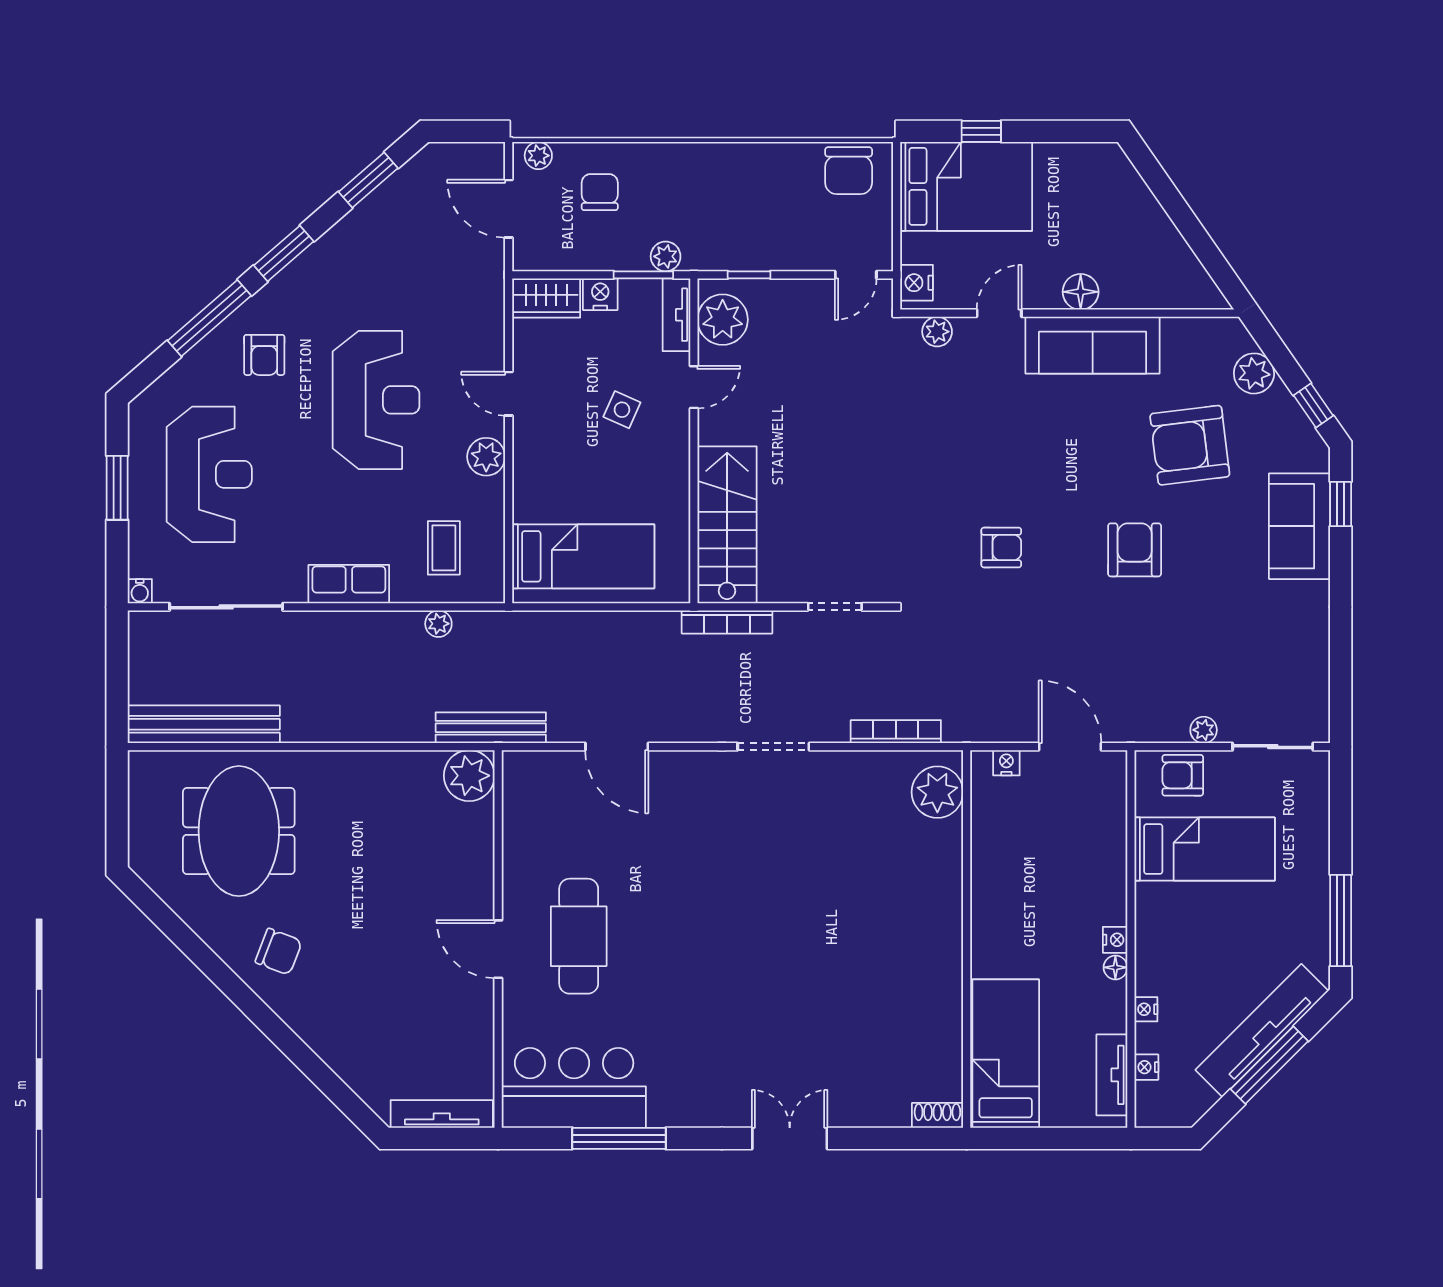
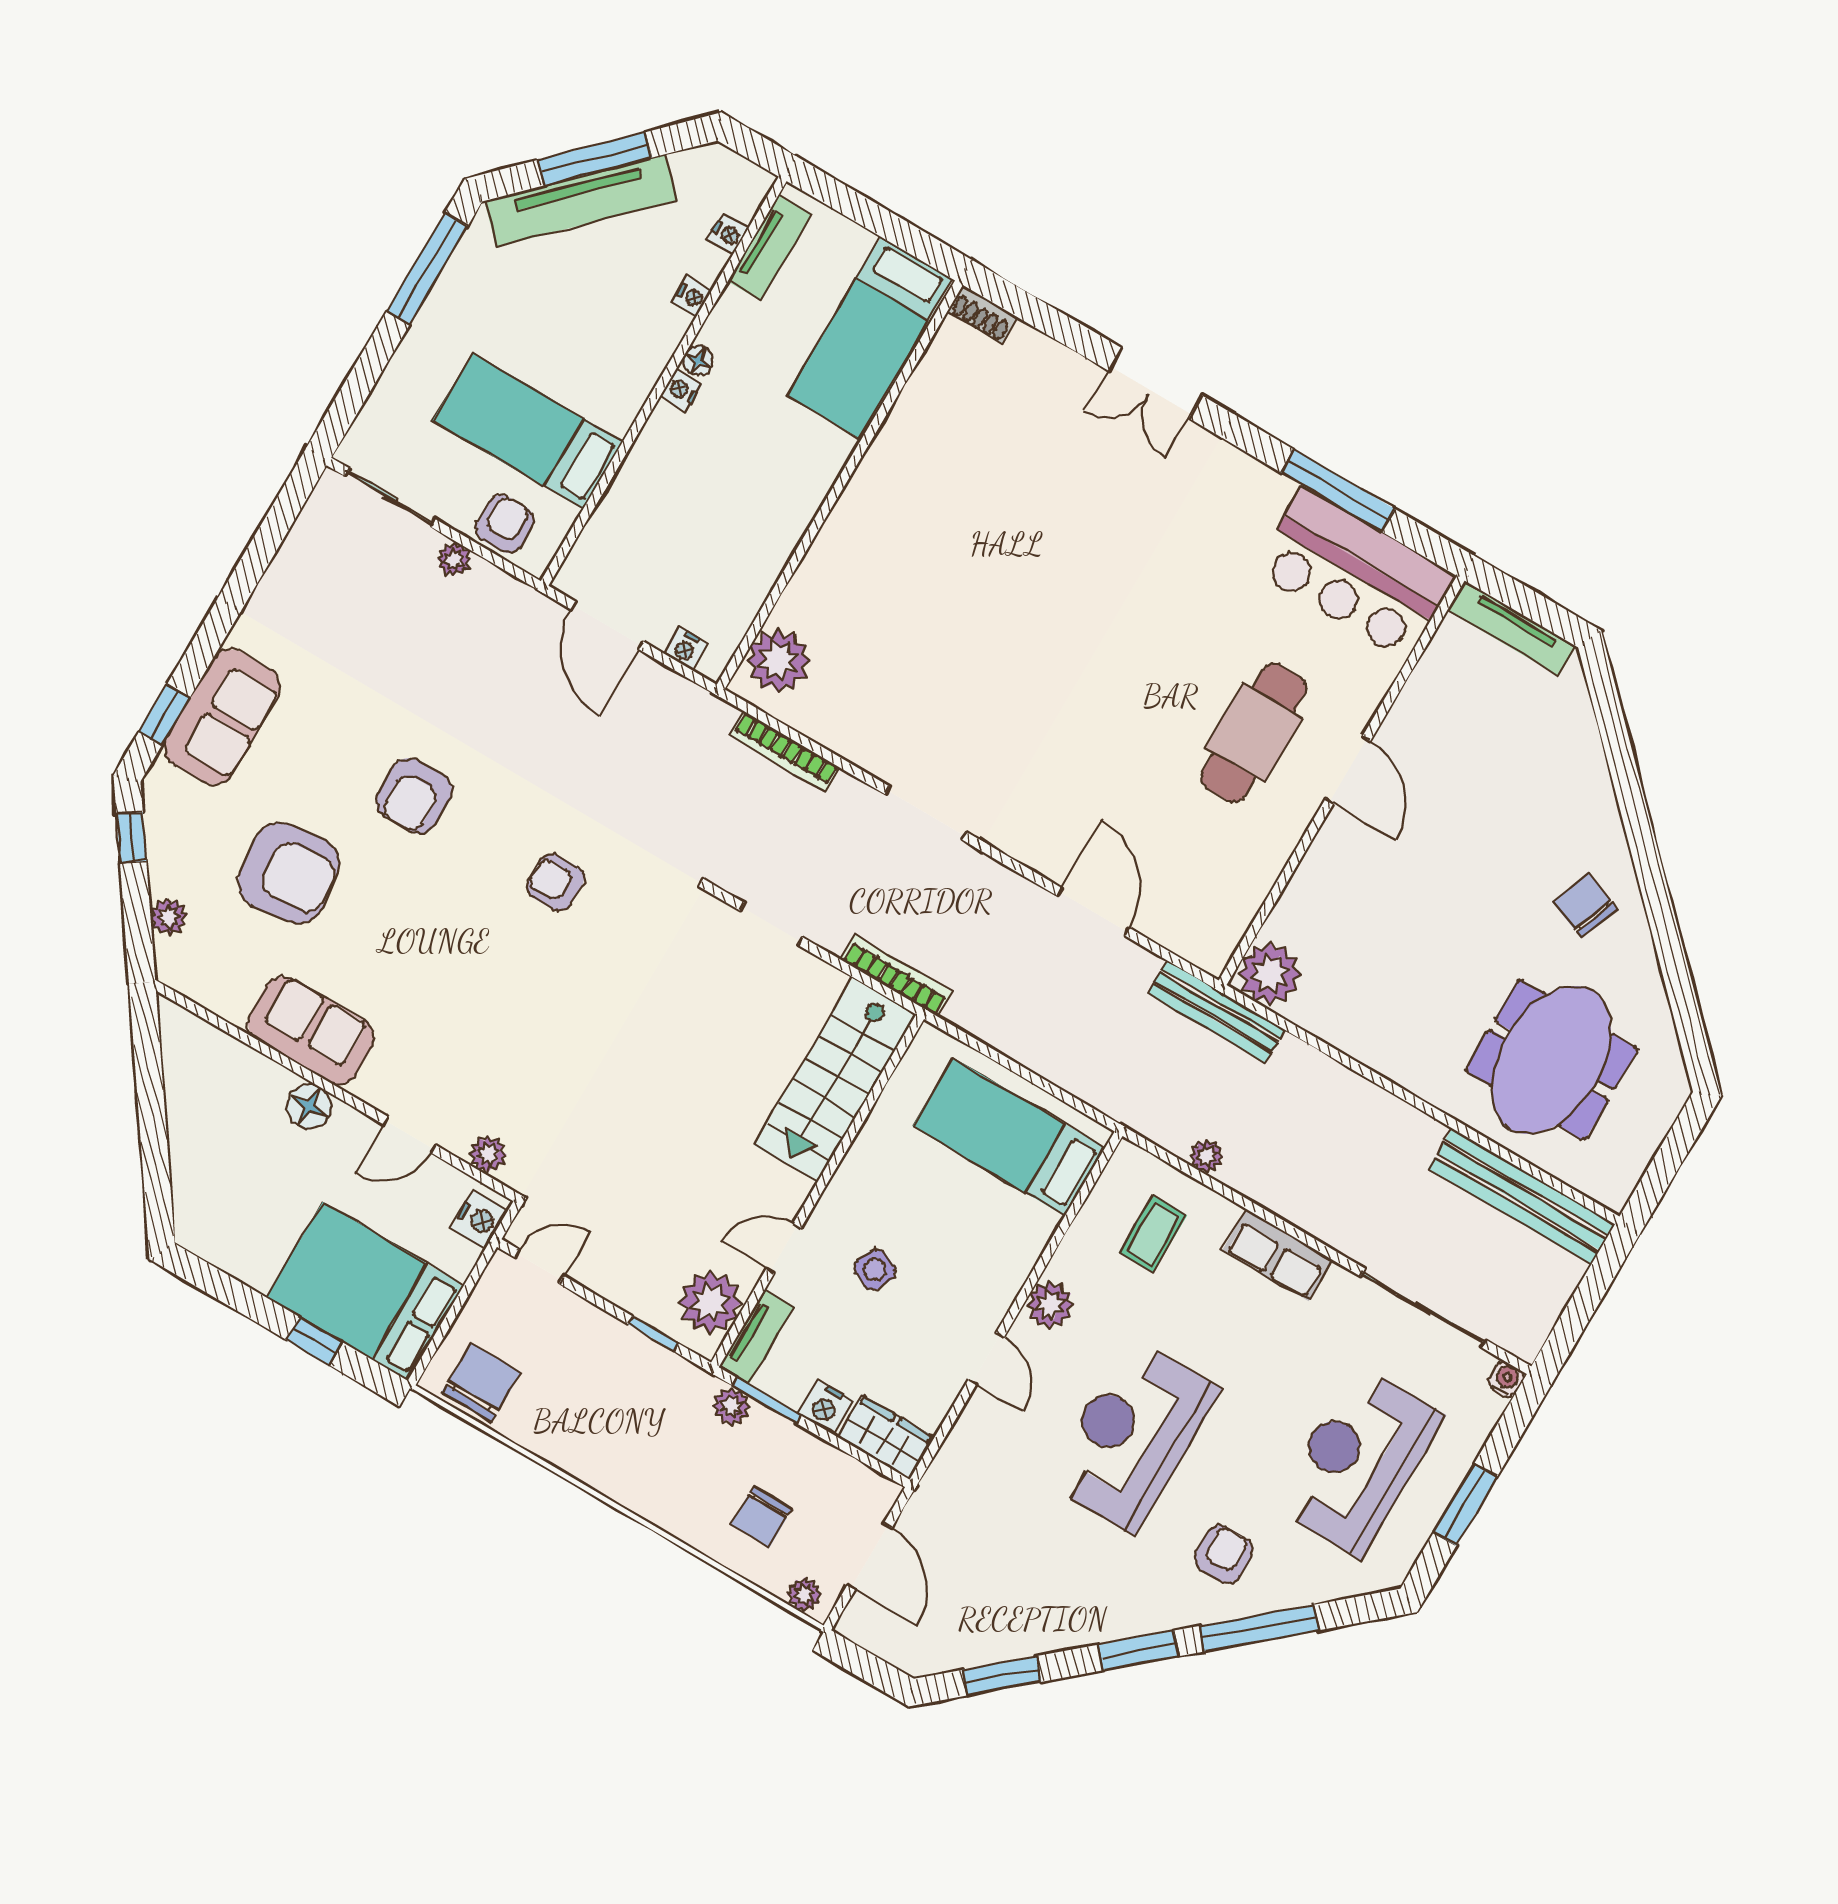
sofa: (1093, 345) -> (311, 1030), width x0.73
plant: (1254, 373) -> (169, 917), width x0.73, depth x0.73
armchair: (1183, 775) -> (505, 524), turned -90

